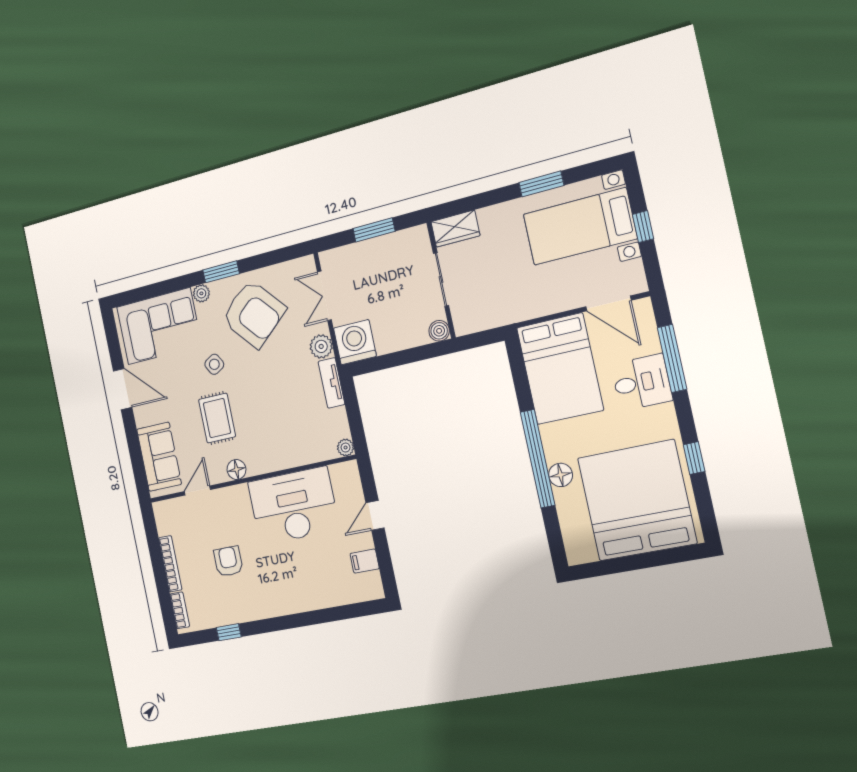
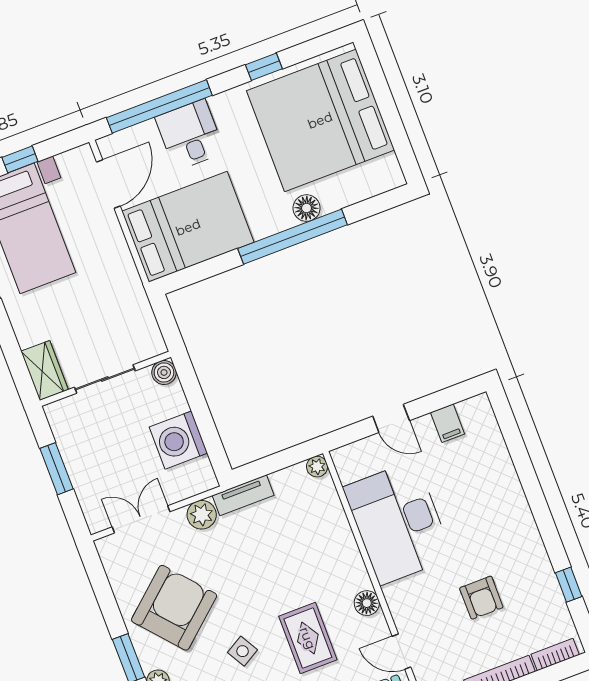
double door: (324, 296) -> (141, 519), swing flipped
washing machine: (355, 342) -> (178, 440), moved
window: (672, 358) -> (159, 106), width x1.46
rug: (217, 418) -> (308, 638), turned 90
armchair: (228, 561) -> (481, 598), turned -90

